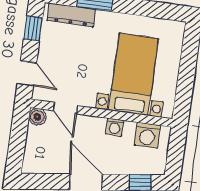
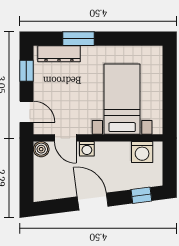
washing machine: (115, 127) -> (87, 149), moved

